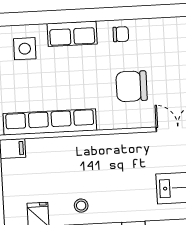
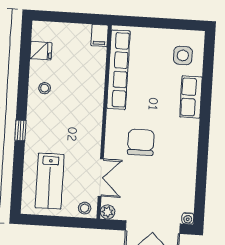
chair: (121, 34) -> (186, 138), removed

